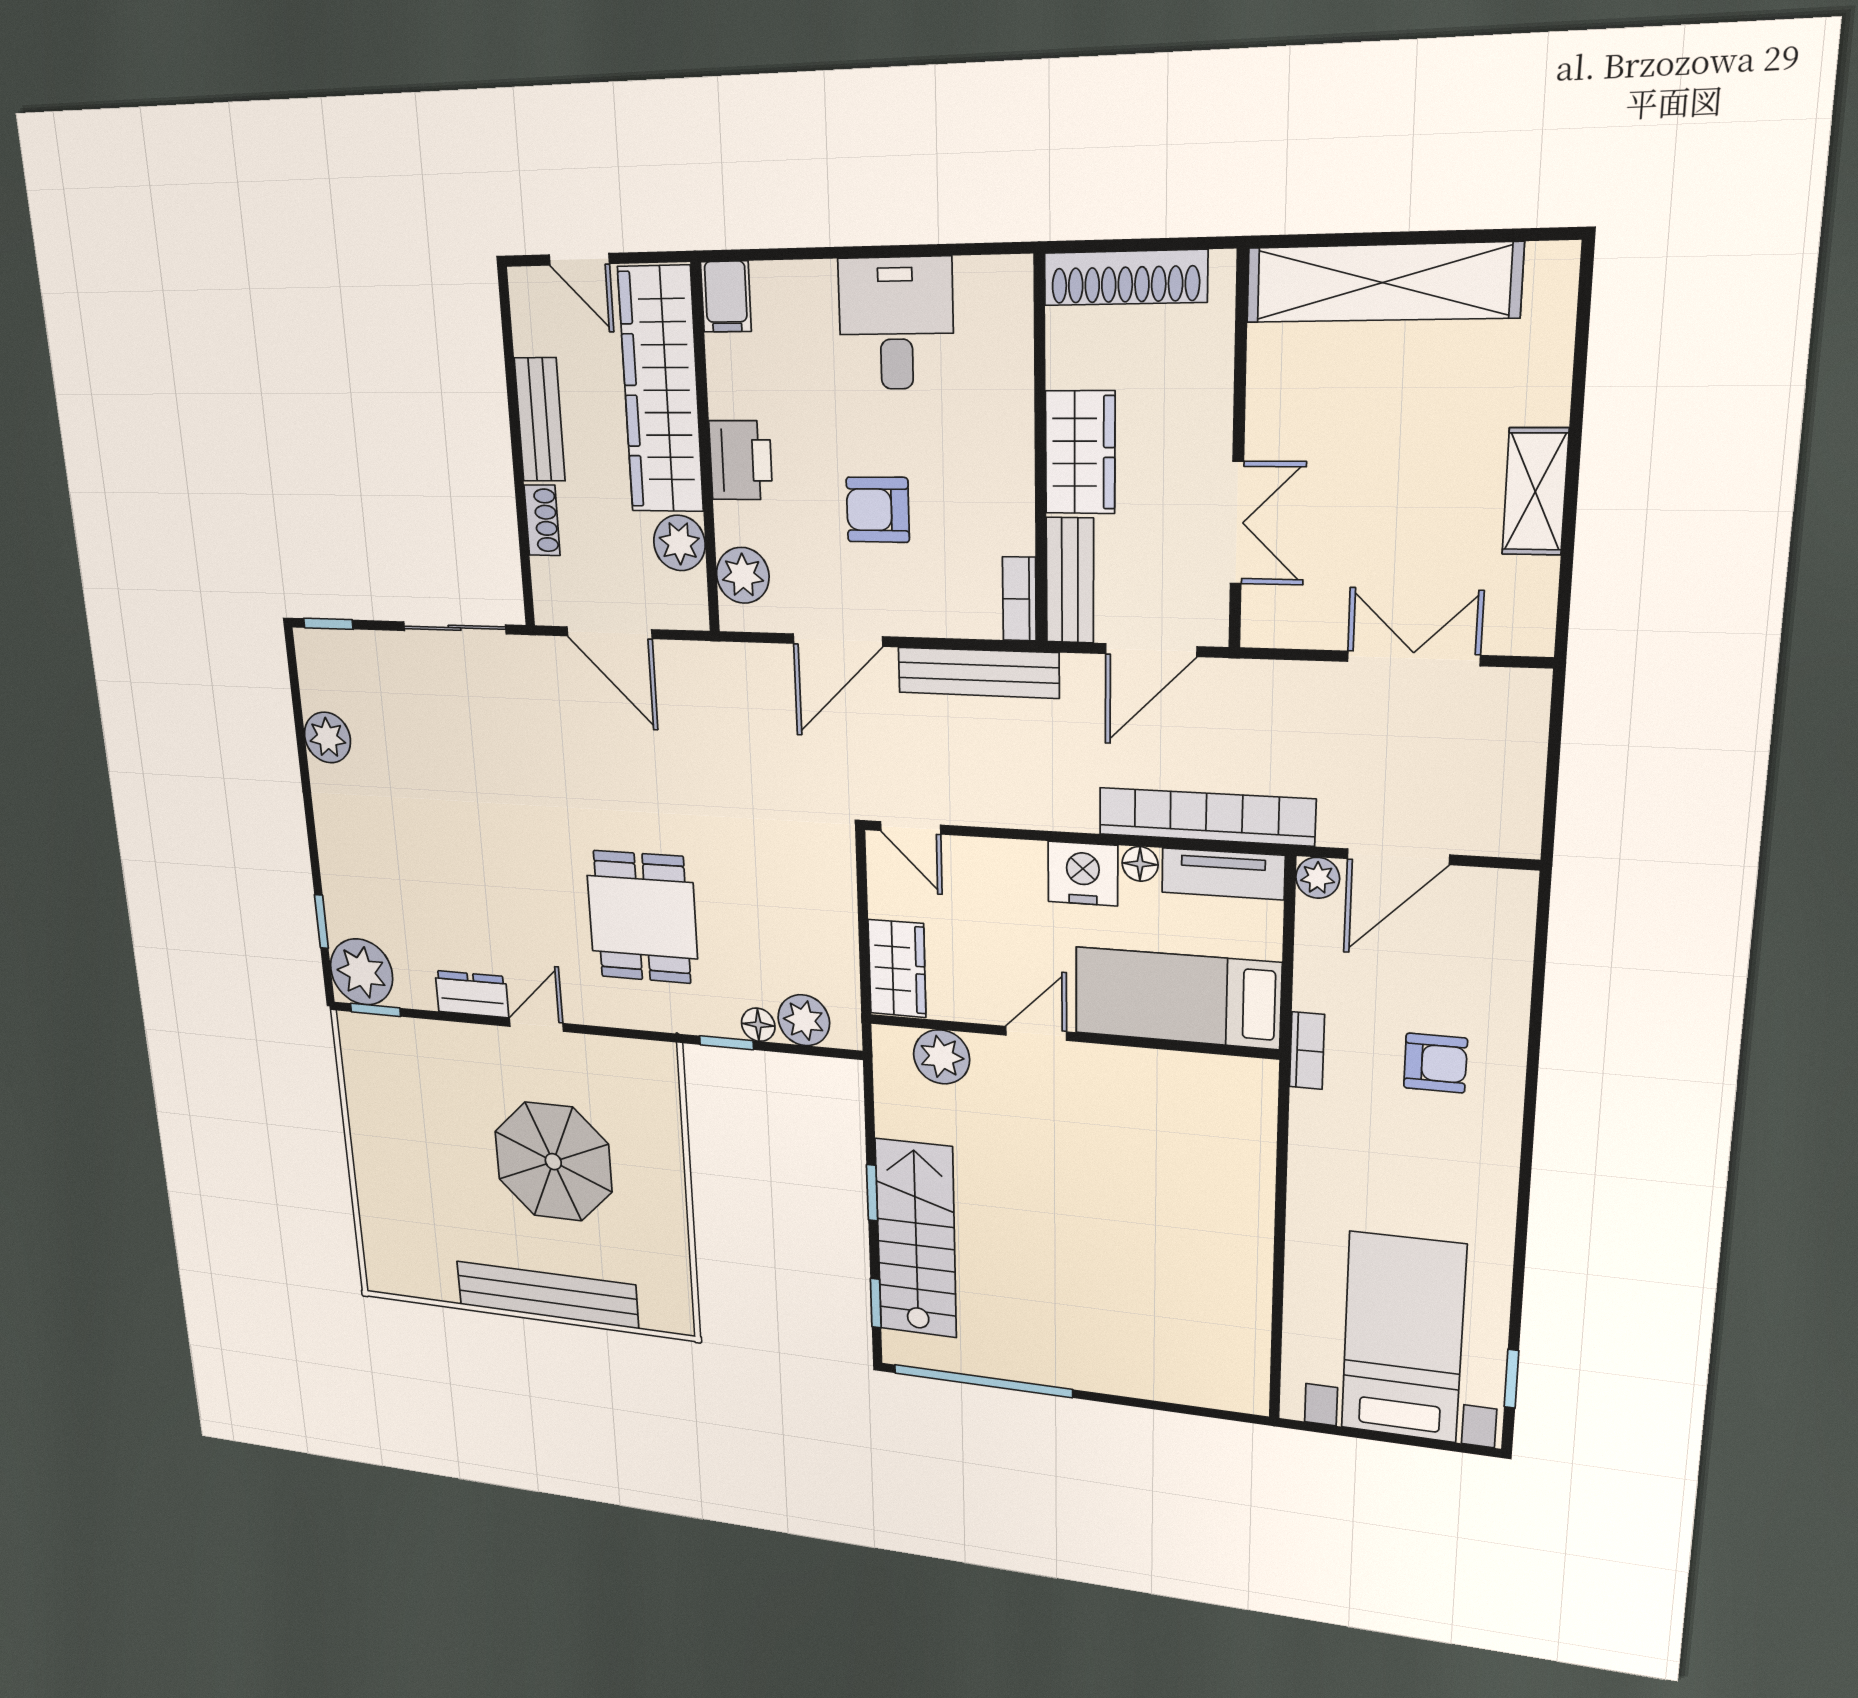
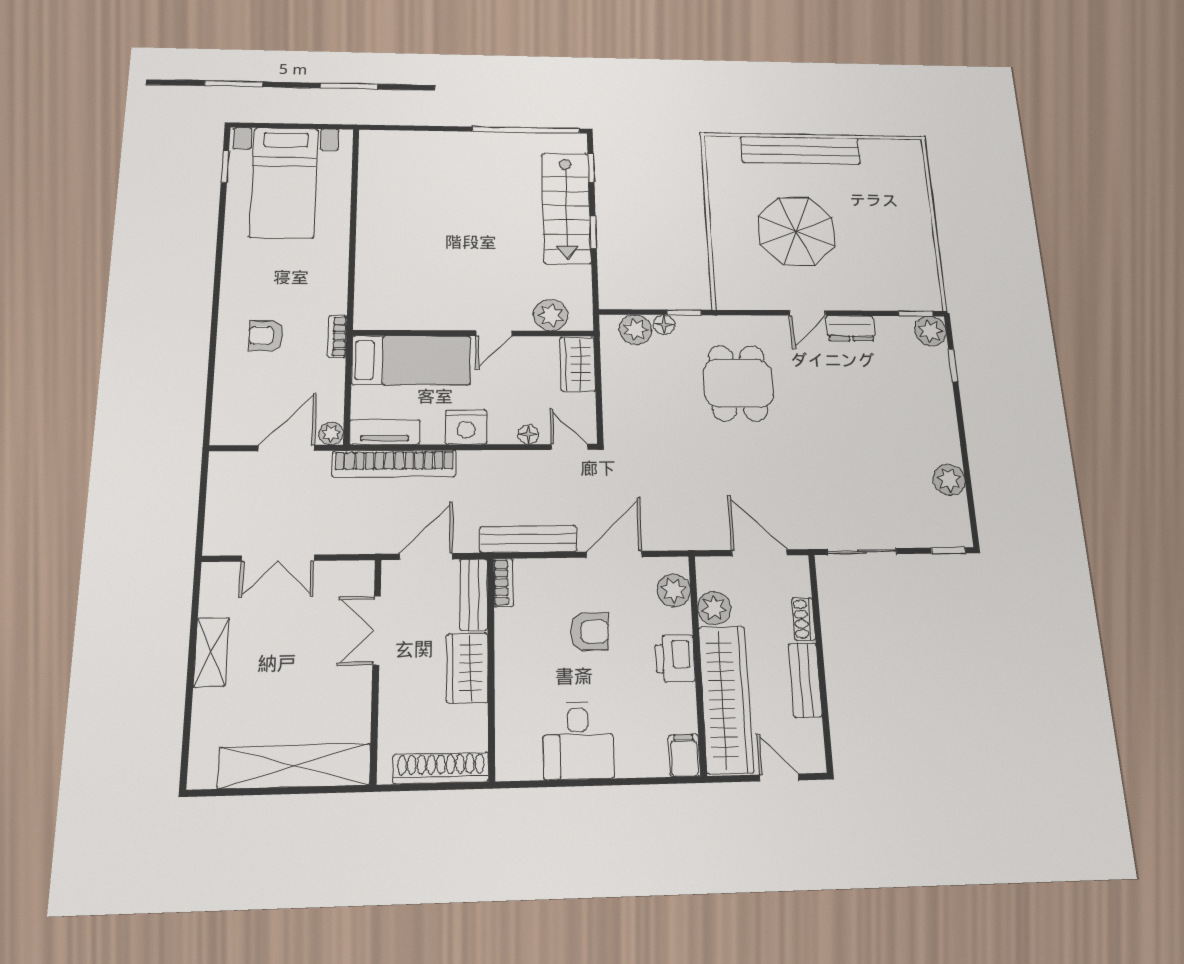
floor lamp: (1140, 864) -> (528, 434), moved
plant: (362, 972) -> (930, 331), width x0.73, depth x0.73

